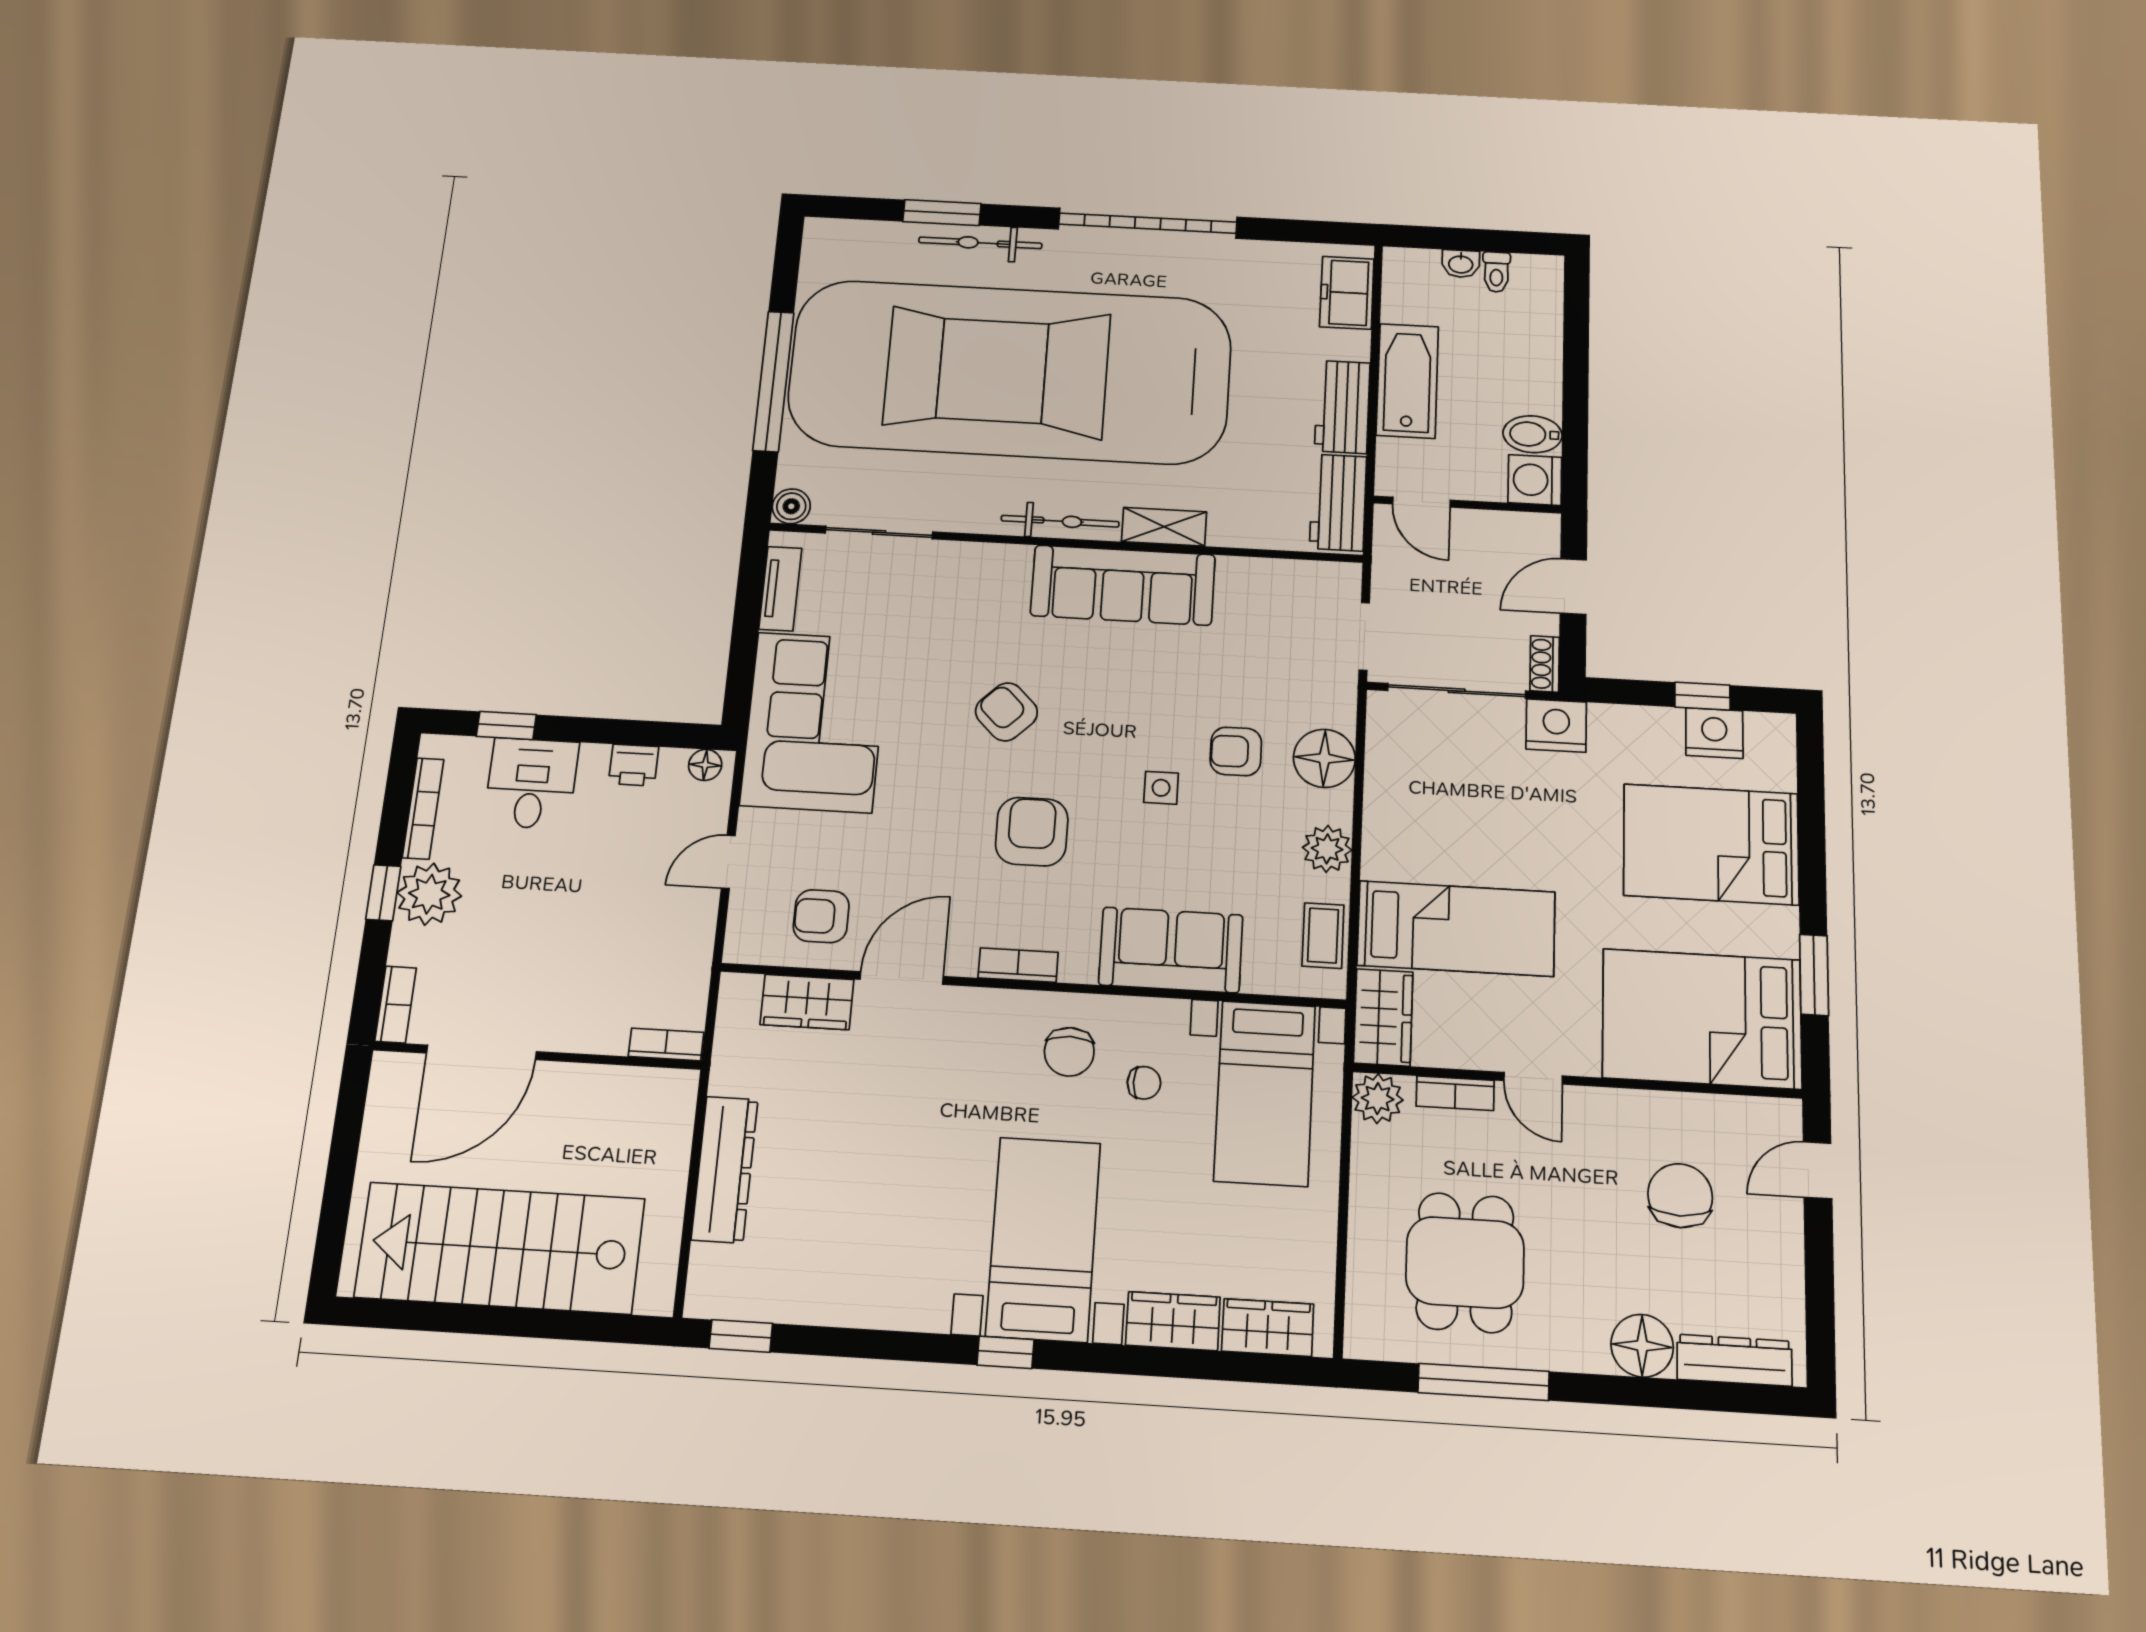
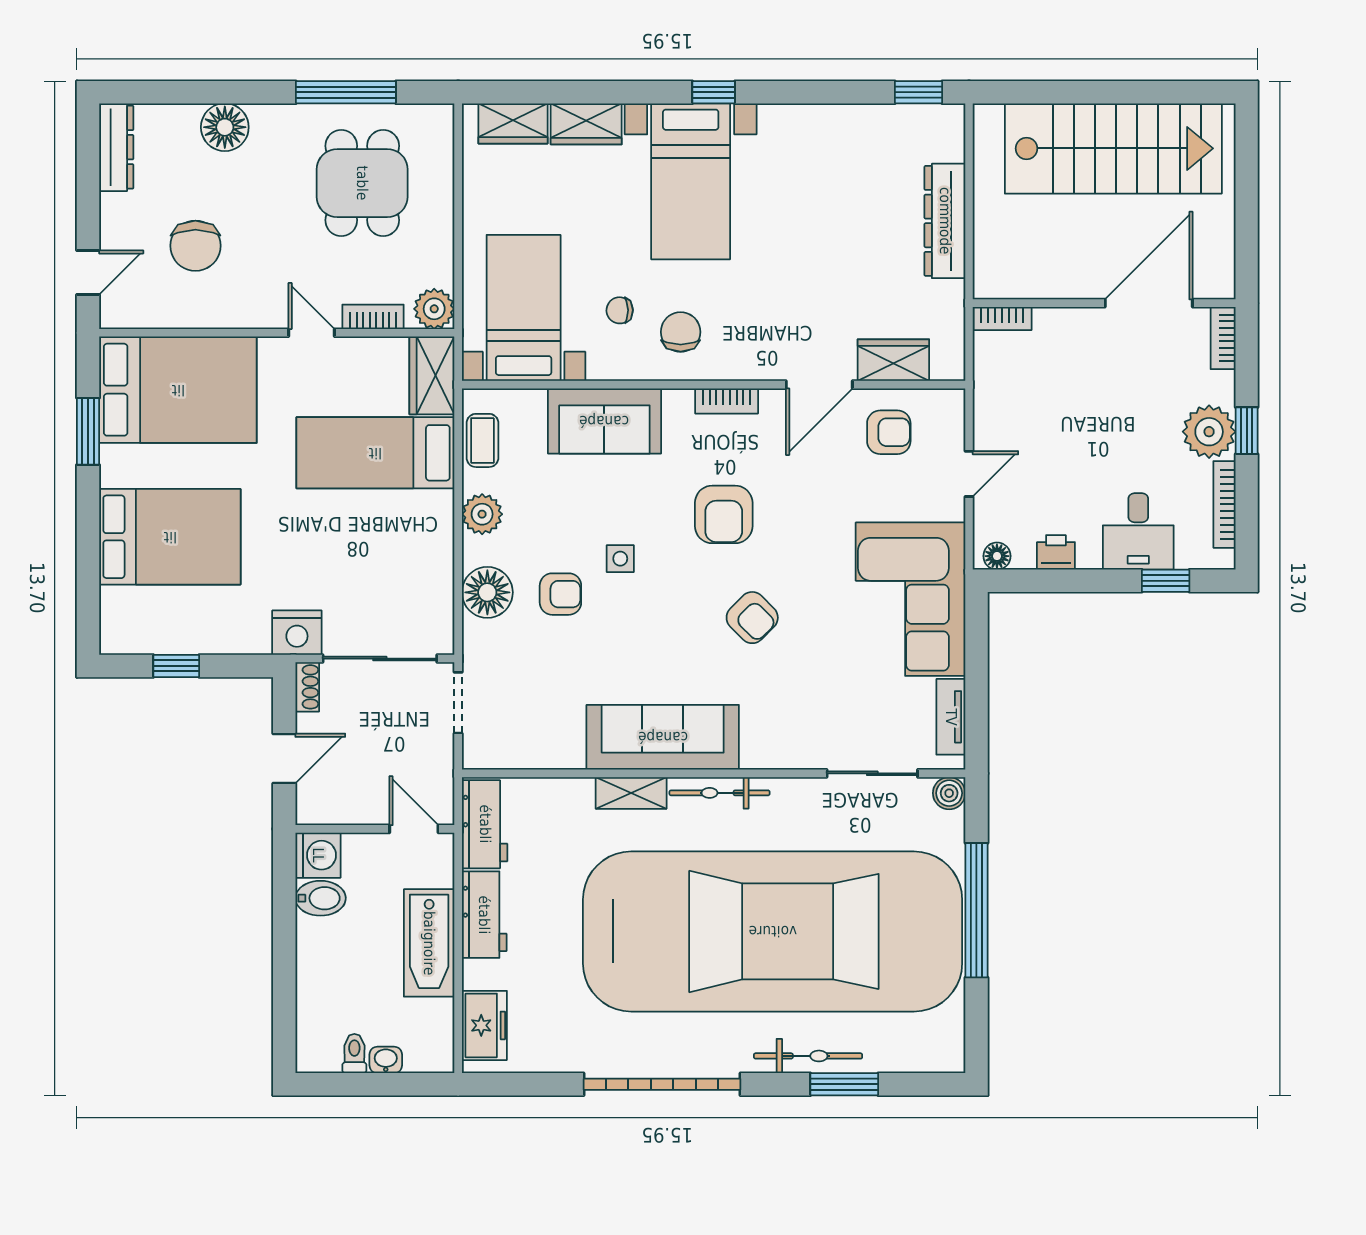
nightstand: (1714, 733) -> (167, 634), removed
dresser: (1735, 1360) -> (116, 147), moved, turned -90

